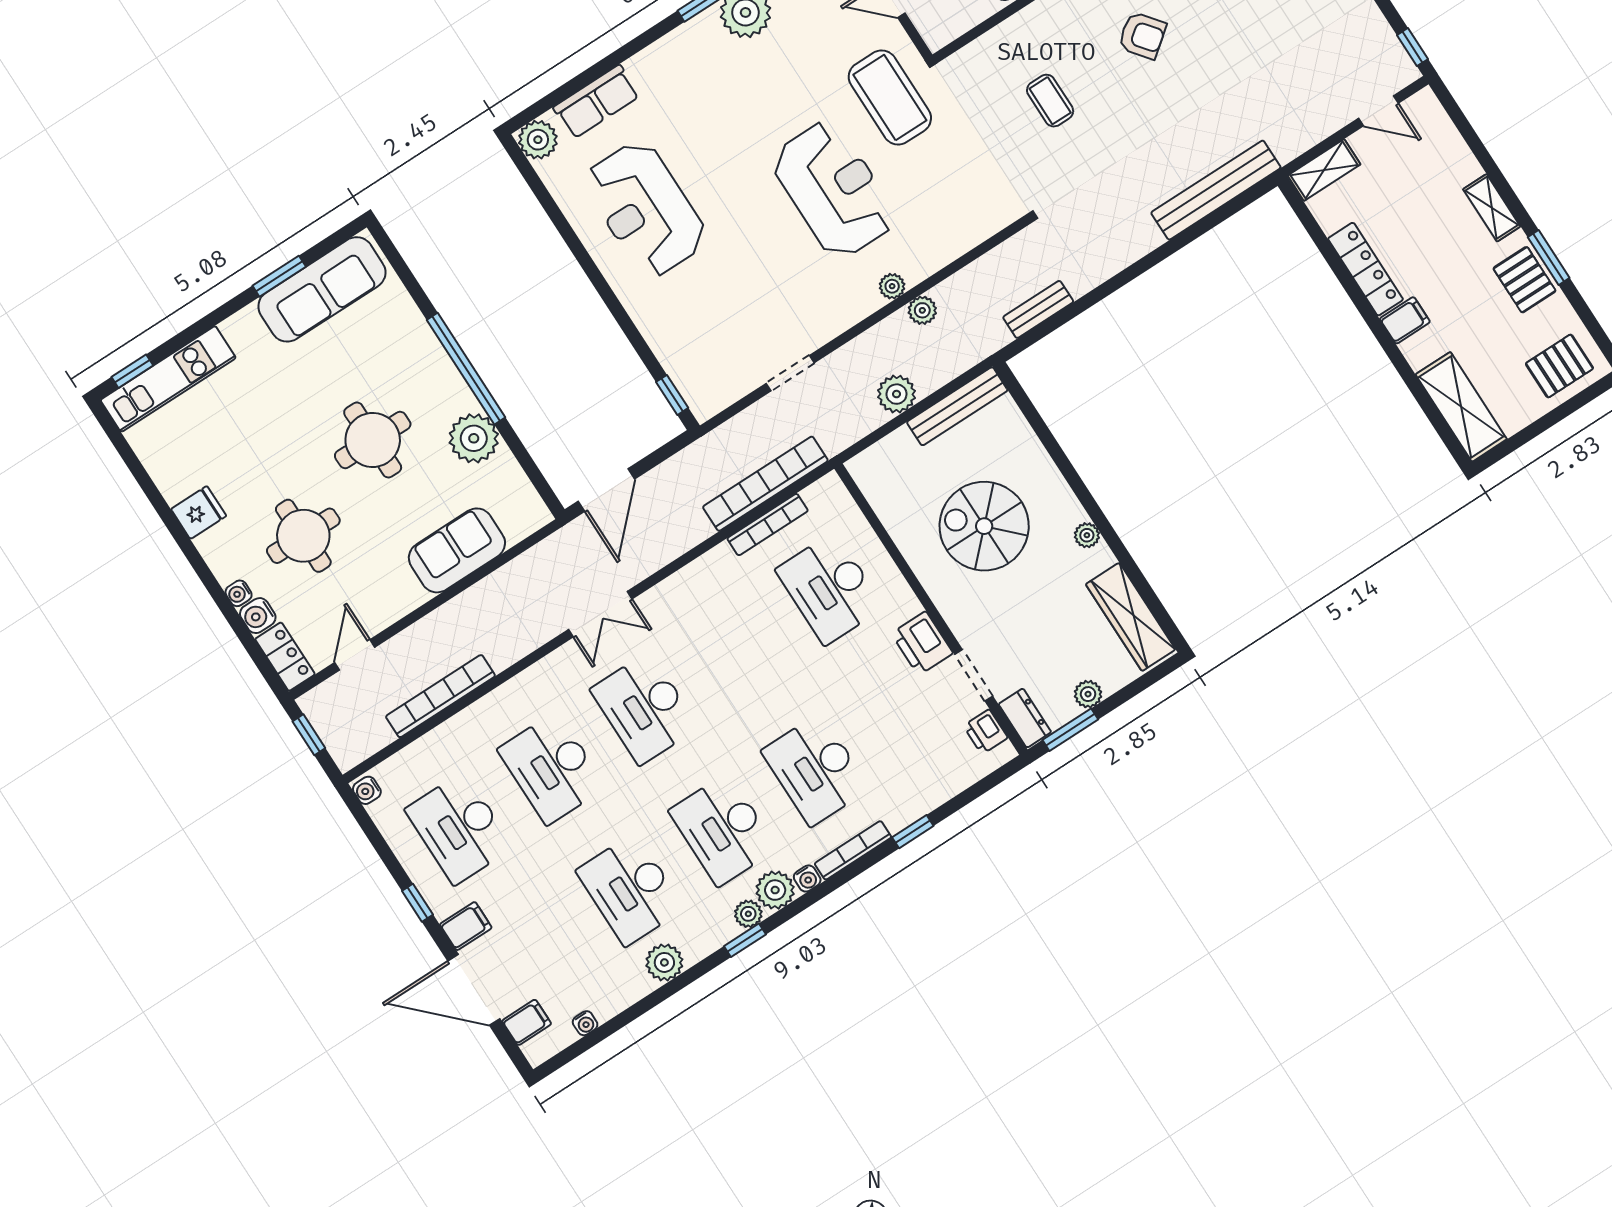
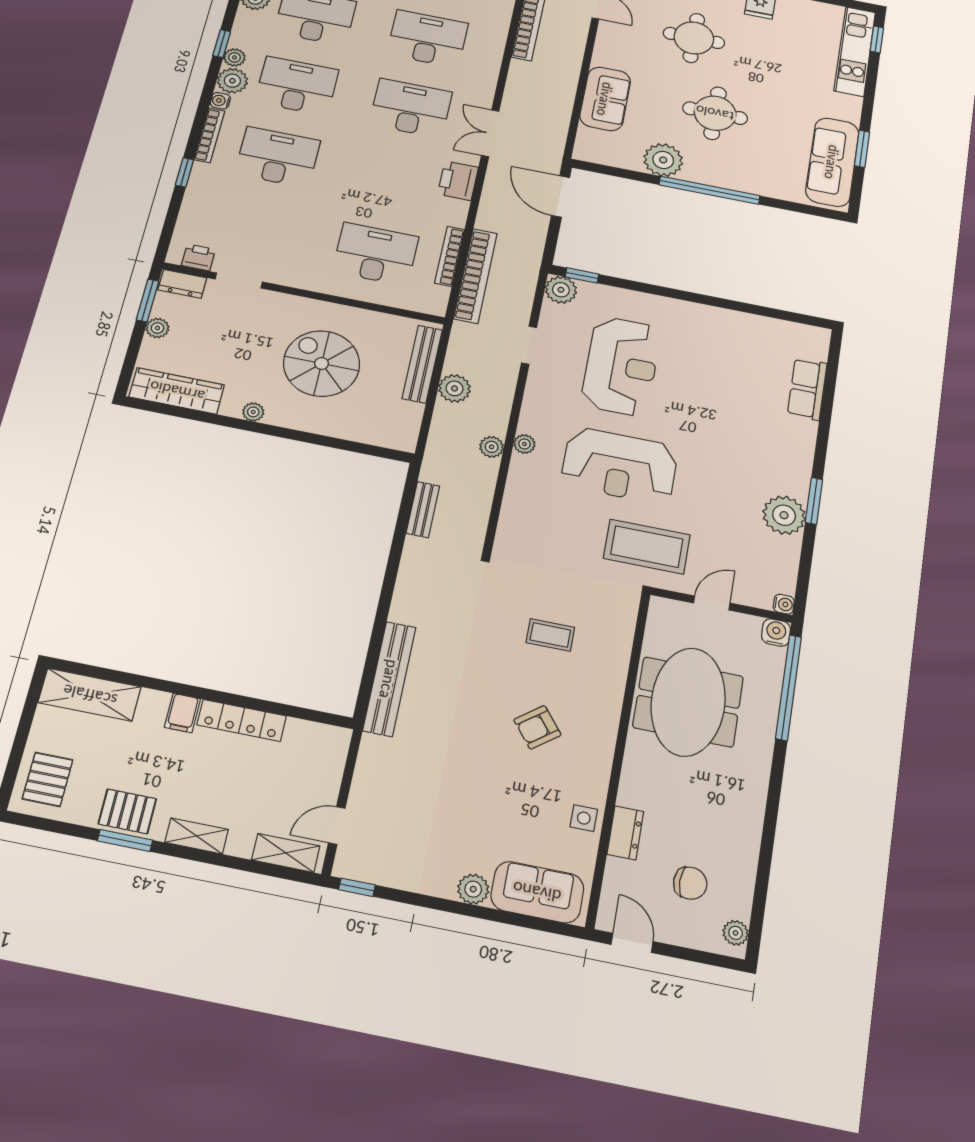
plant: (538, 140) -> (561, 290), moved
shelving: (1324, 170) -> (286, 853), moved, turned 90
reception desk: (645, 209) -> (621, 366), moved, turned 90
bench: (957, 406) -> (422, 364), moved
spiral stairs: (984, 526) -> (322, 363), turned -90
printer: (922, 643) -> (458, 181), moved, turned -90

